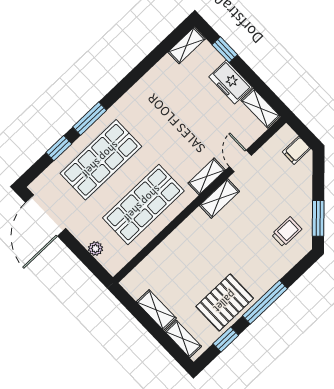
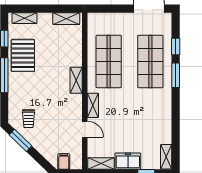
shelving: (220, 198) -> (76, 80), moved
plant: (95, 249) -> (109, 17), removed
shelving: (156, 310) -> (66, 19), moved

